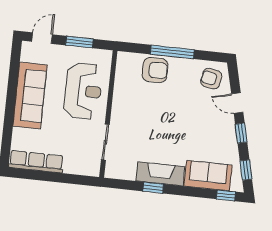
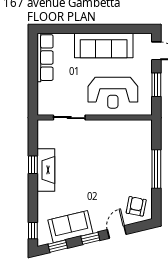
armchair: (155, 70) -> (139, 155), removed
sofa: (208, 176) -> (70, 227), moved, turned -104

